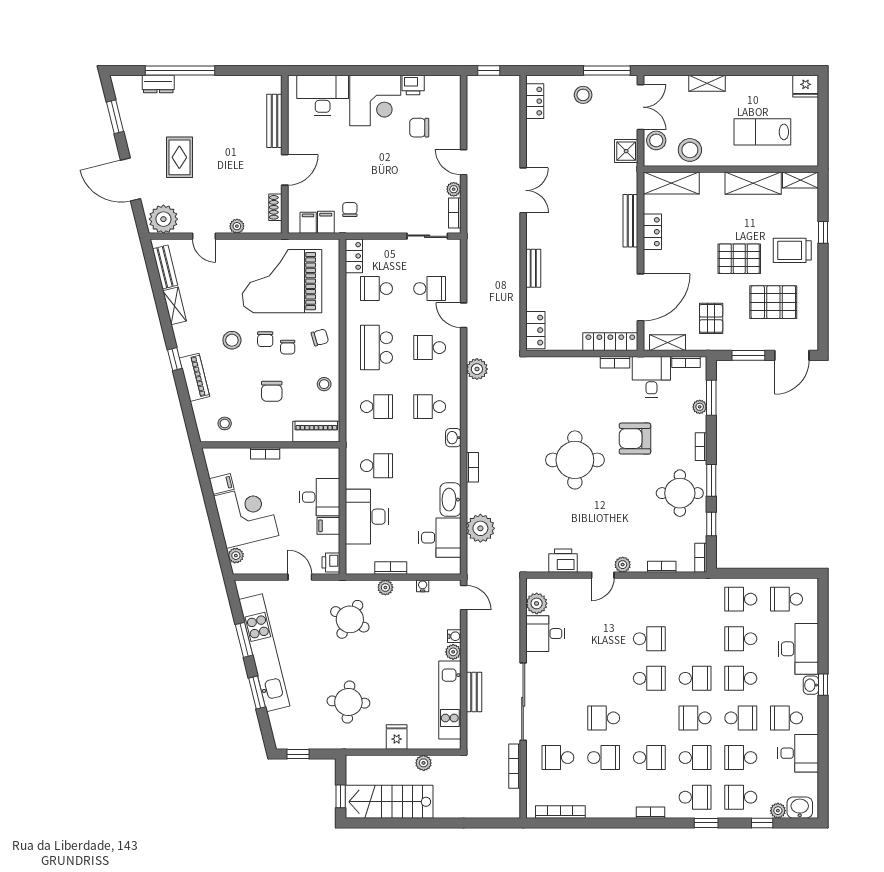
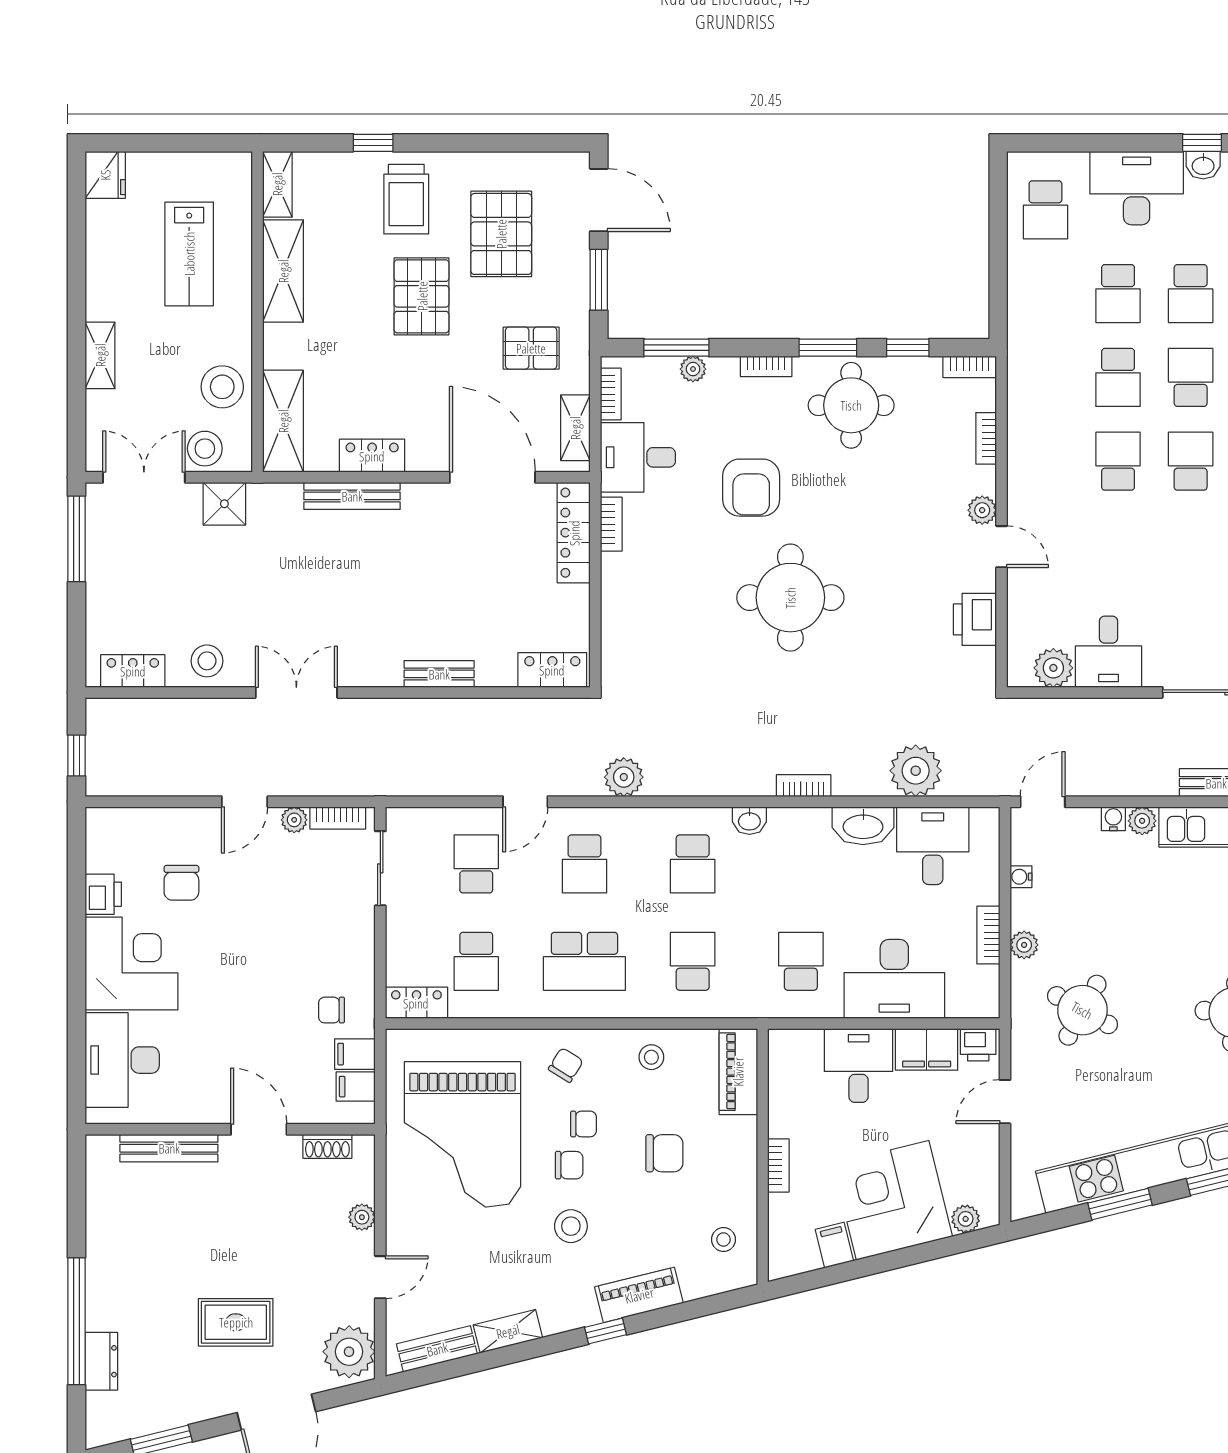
stool: (583, 95) -> (207, 661), moved
chair: (320, 337) -> (566, 1065), turned 48
filing cabinet: (328, 526) -> (927, 1049), width x2.00
school desk: (741, 599) -> (1118, 377), moved

